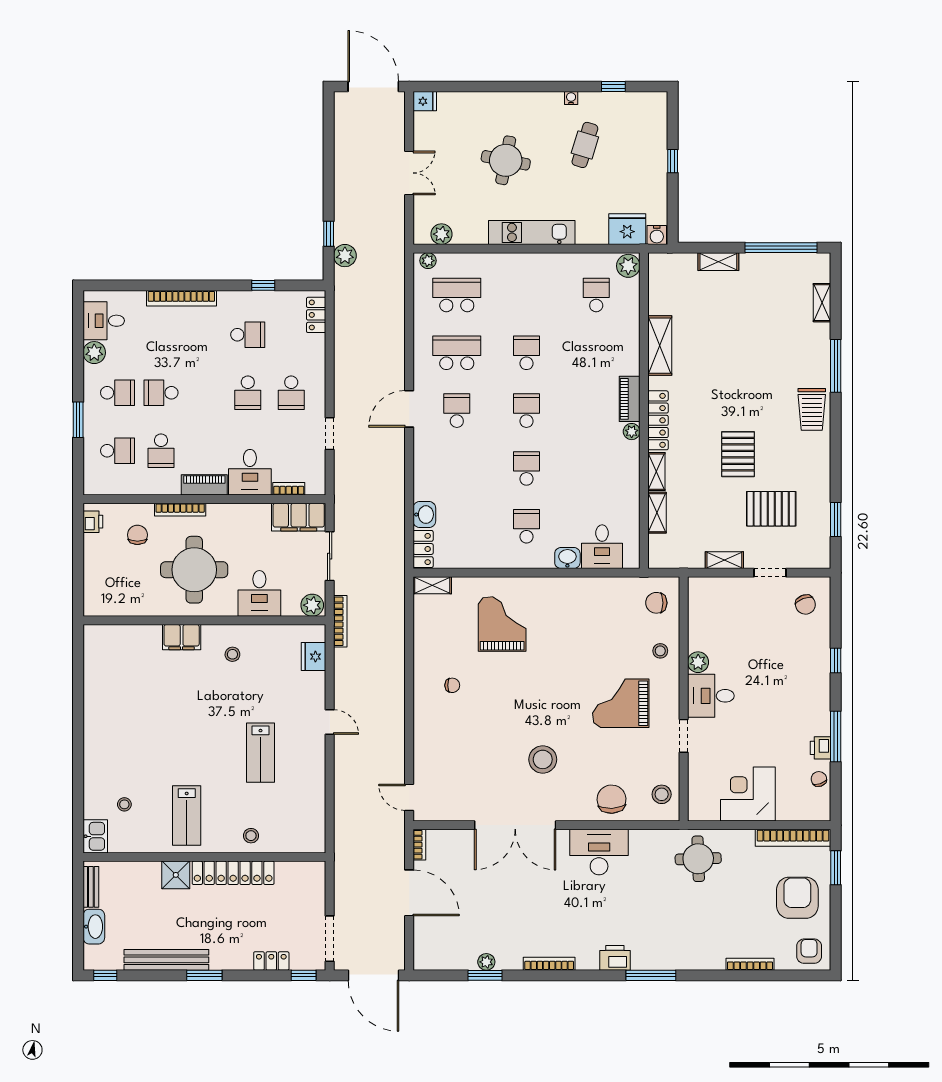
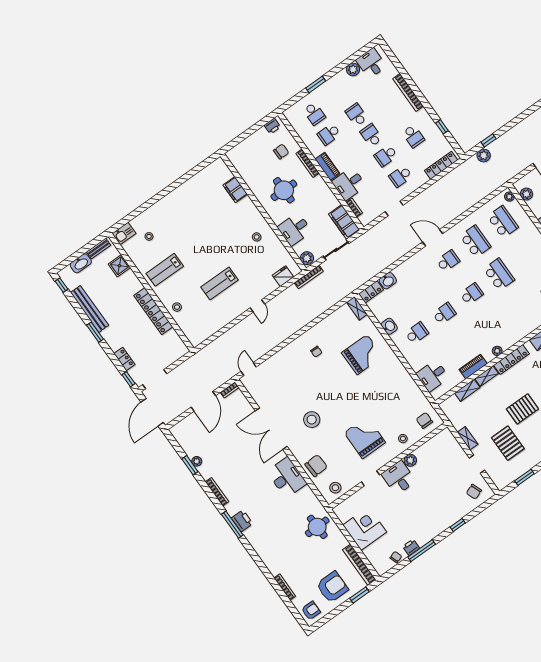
locker: (316, 315) -> (441, 165), width x1.53
school desk: (526, 353) -> (499, 274), width x1.85
school desk: (118, 393) -> (371, 135), moved, turned 180
piano: (630, 399) -> (473, 367), moved
washbasin: (567, 558) -> (389, 326), moved
round table: (194, 570) -> (284, 190), width x0.73, depth x0.73
filing cabinet: (182, 637) -> (235, 190), moved
shower: (176, 875) -> (119, 266), moved
window: (651, 975) -> (232, 525), moved

